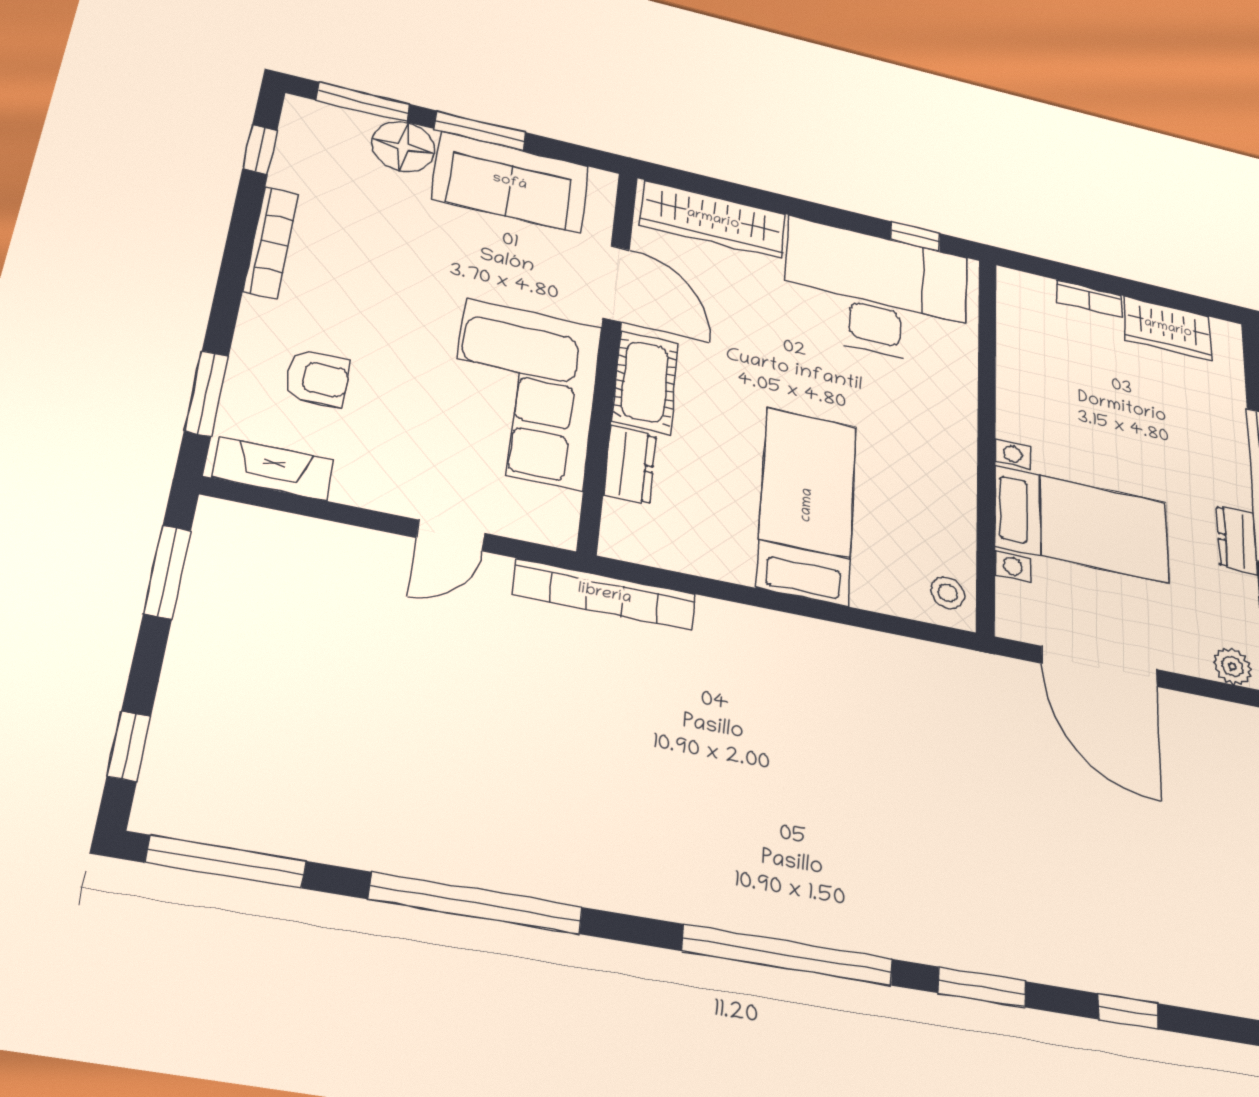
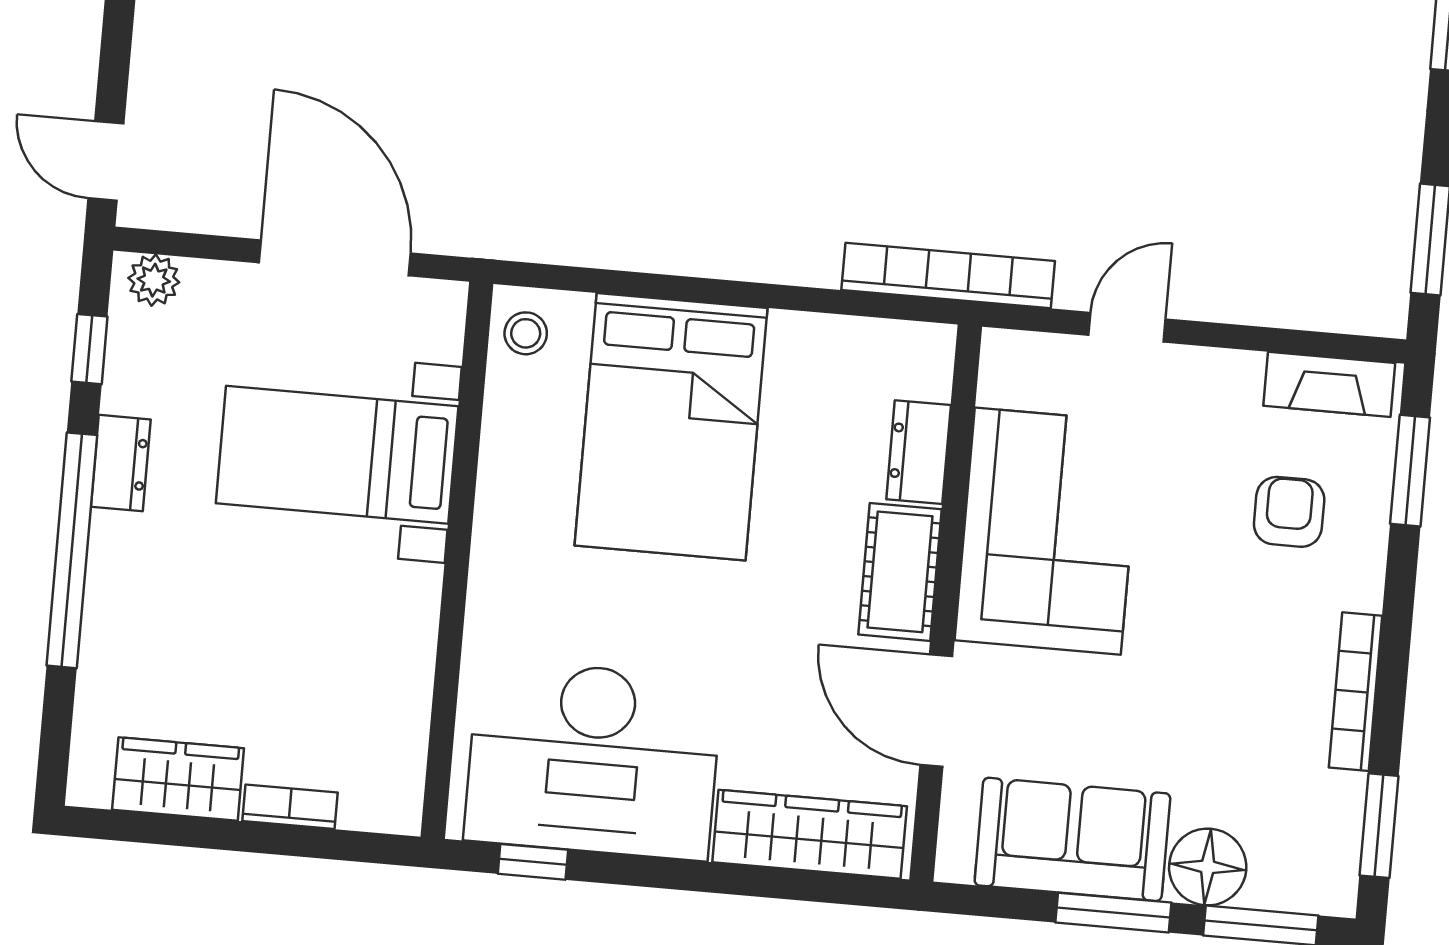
window: (260, 149) -> (1379, 826), width x1.50
armchair: (317, 378) -> (1289, 512), turned 90
bed: (807, 505) -> (671, 427), width x1.50

